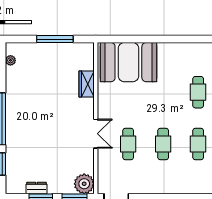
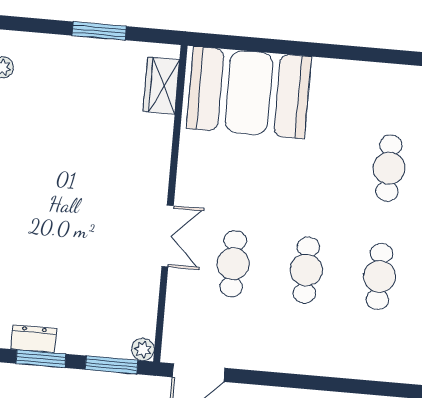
window: (55, 39) -> (99, 31), width x0.69
wardrobe: (87, 84) -> (161, 86), moved
plant: (84, 184) -> (143, 349), width x0.53, depth x0.53

